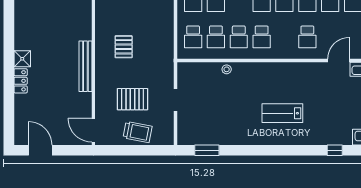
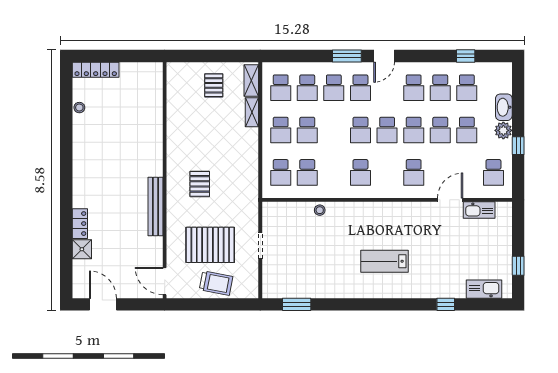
school desk: (239, 37) -> (334, 172), removed
shower: (22, 59) -> (82, 249), moved
pallet: (133, 99) -> (210, 245), width x1.37, depth x1.41

